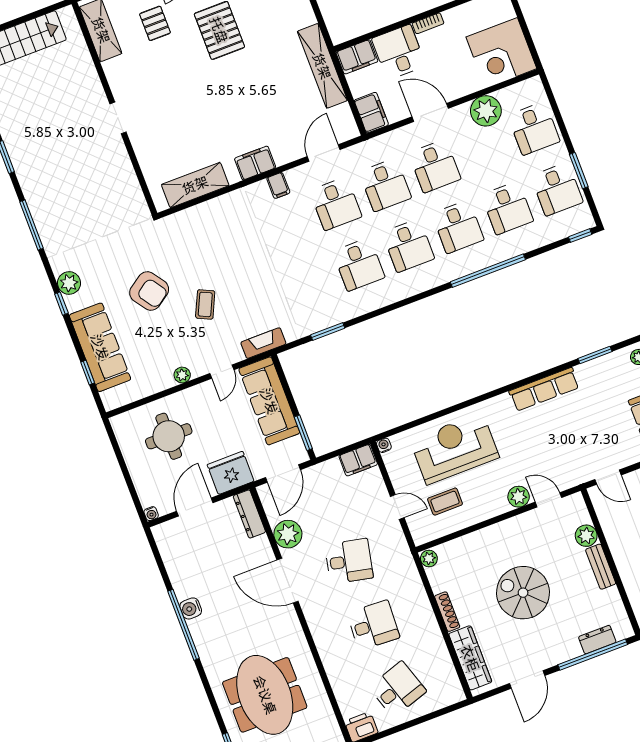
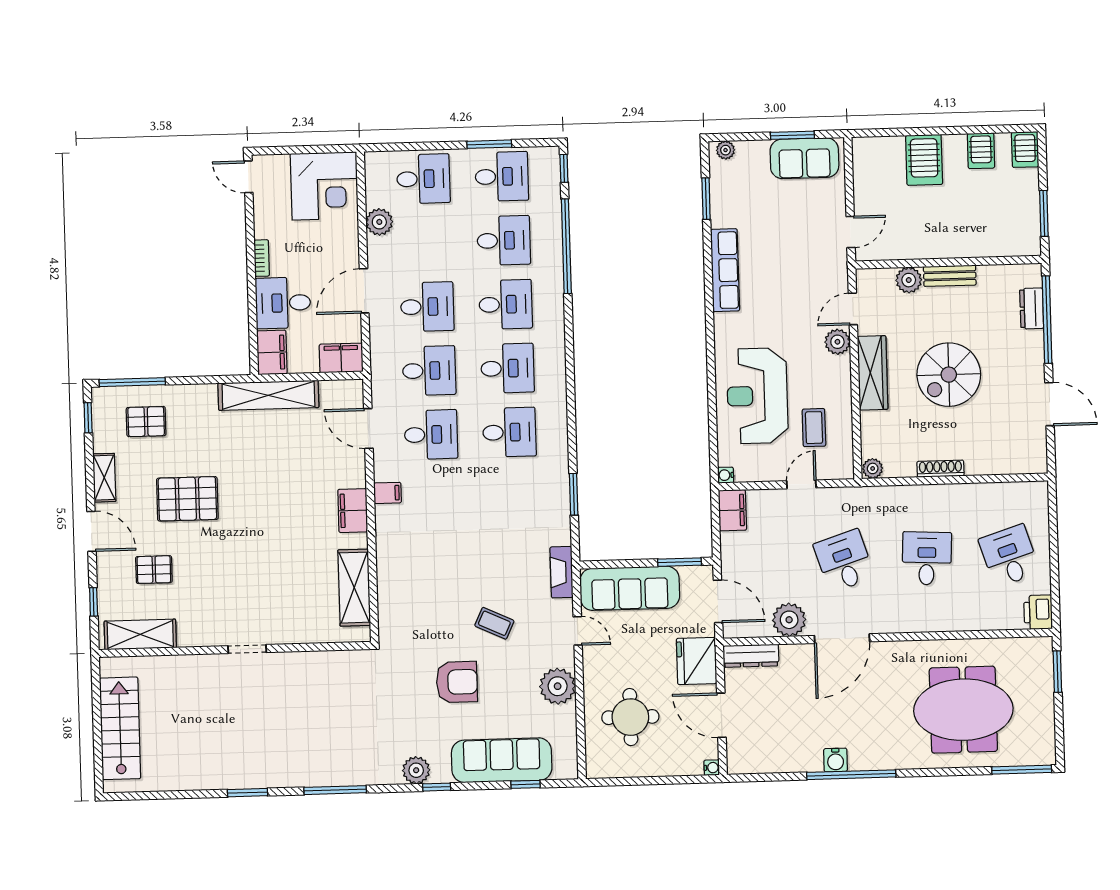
plant: (486, 111) -> (379, 222), width x0.73, depth x0.73
window: (488, 271) -> (566, 246), moved
armchair: (149, 291) -> (457, 682), turned 35
plant: (182, 375) -> (558, 686), width x1.87, depth x1.87
desk: (349, 561) -> (844, 561), turned -30
wardrobe: (470, 658) -> (873, 373), moved, turned 90

